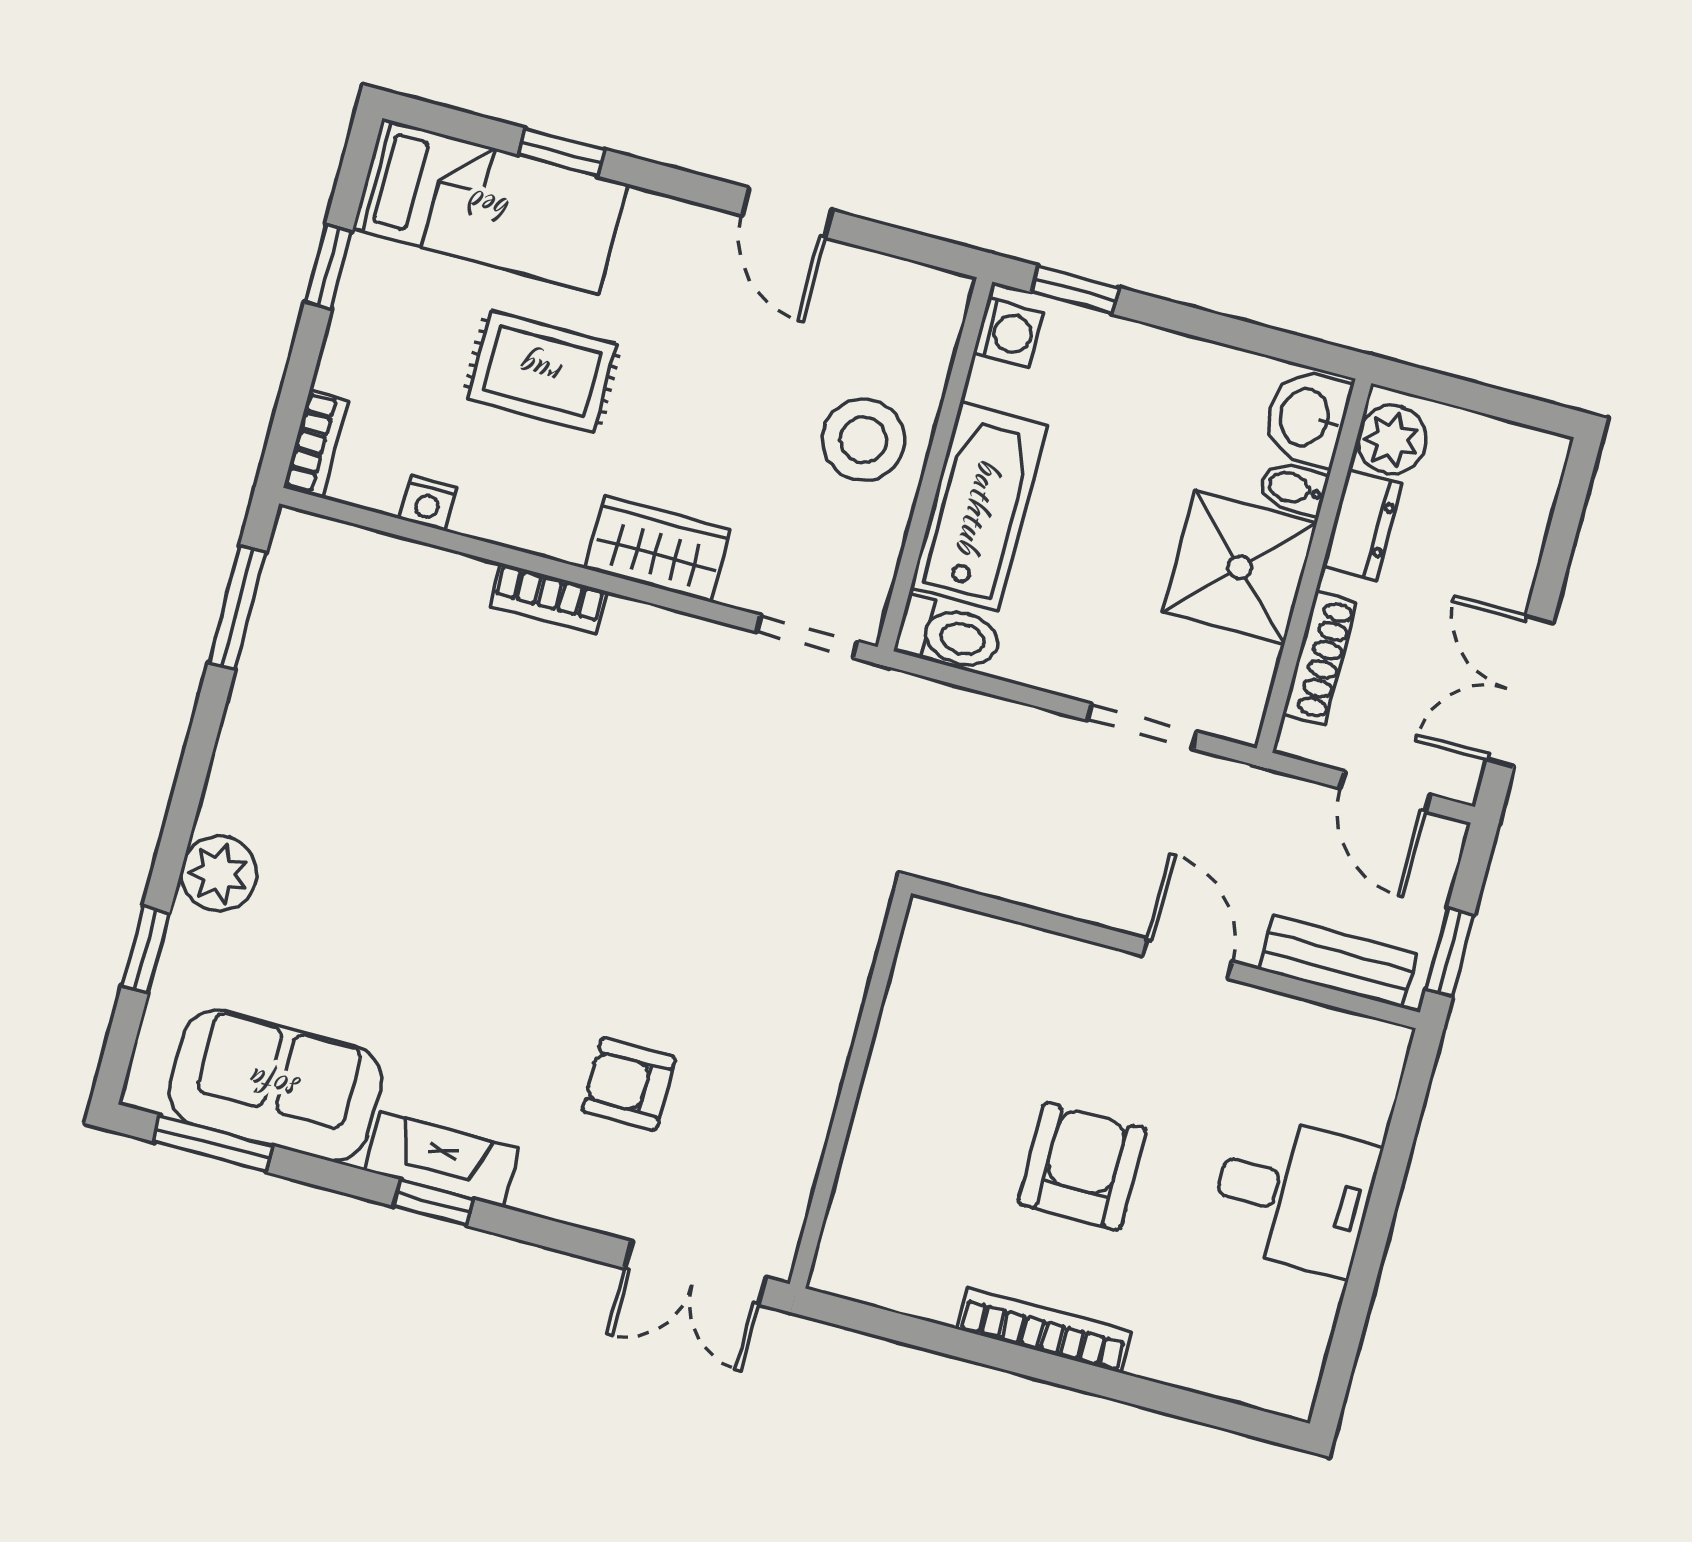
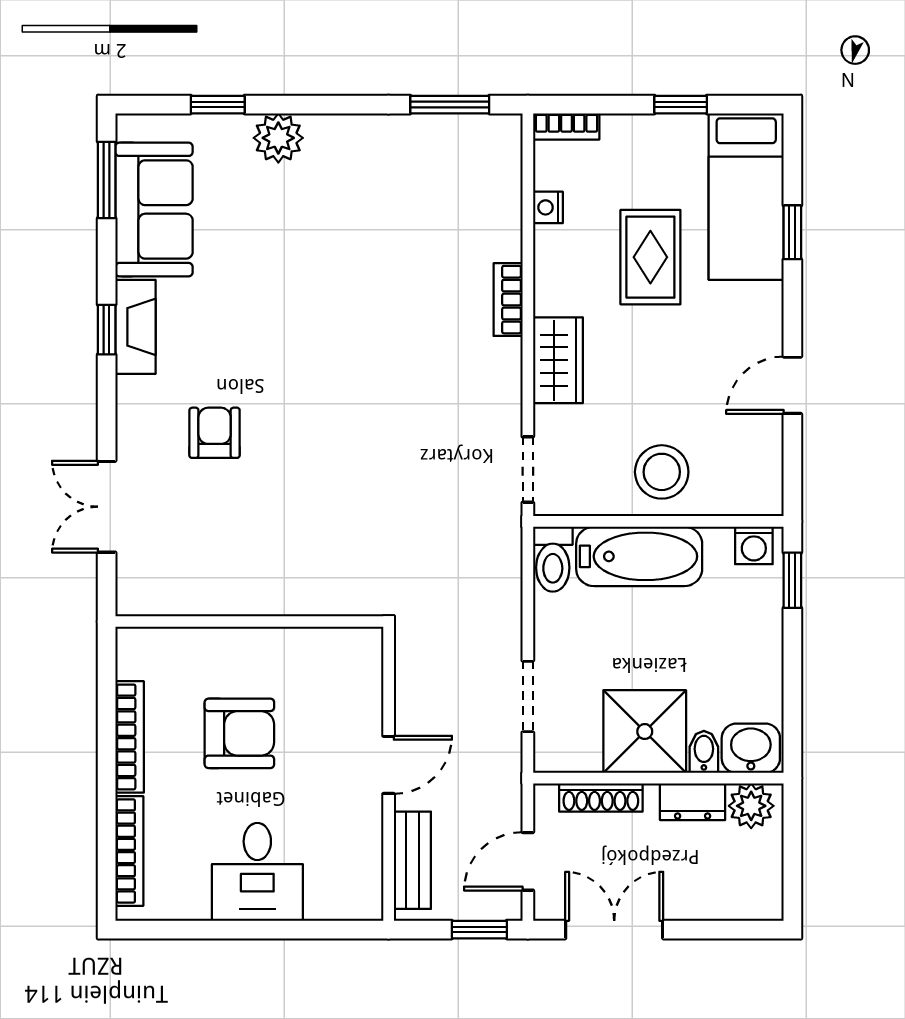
window: (1450, 952) -> (479, 930), moved
wall: (850, 1089) -> (249, 621), moved
bookcase: (1212, 1375) -> (129, 851), added

